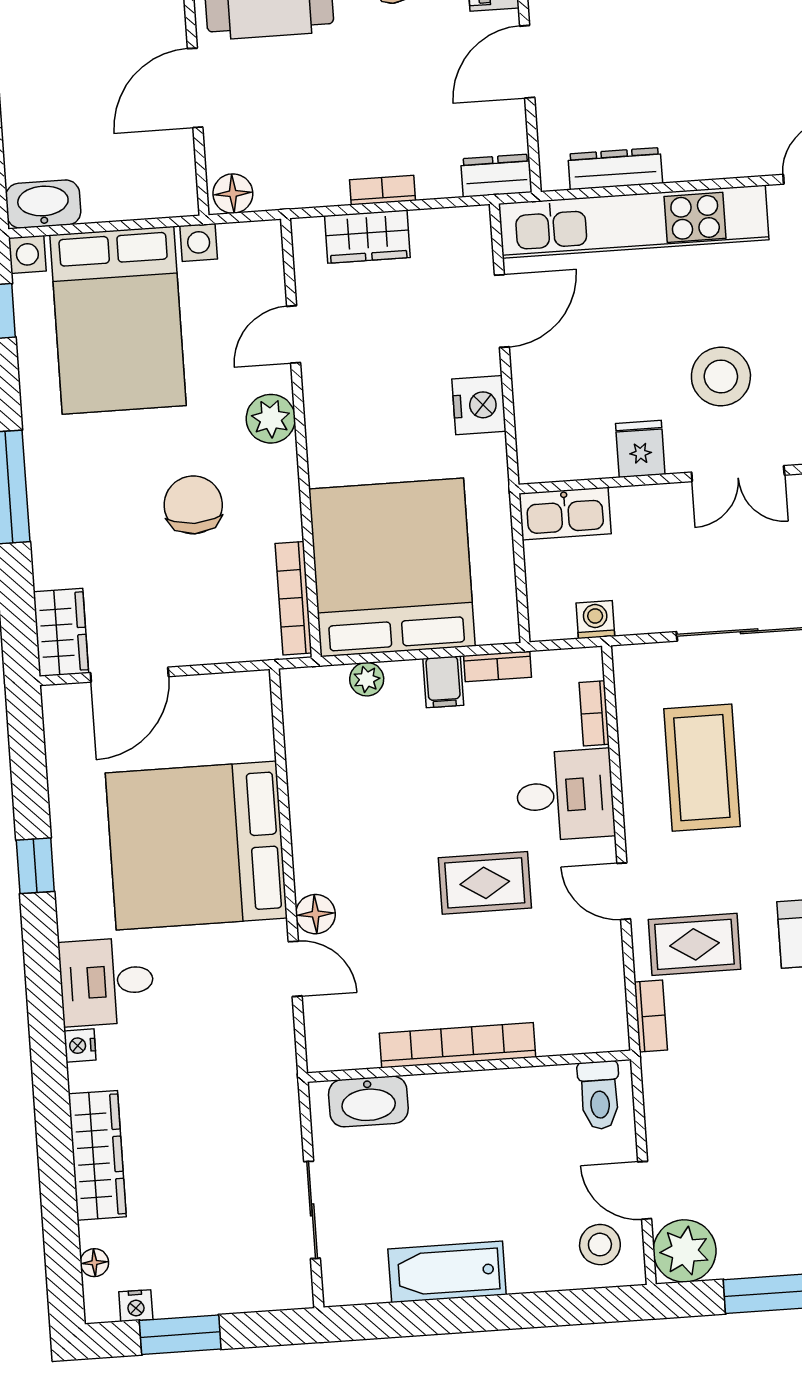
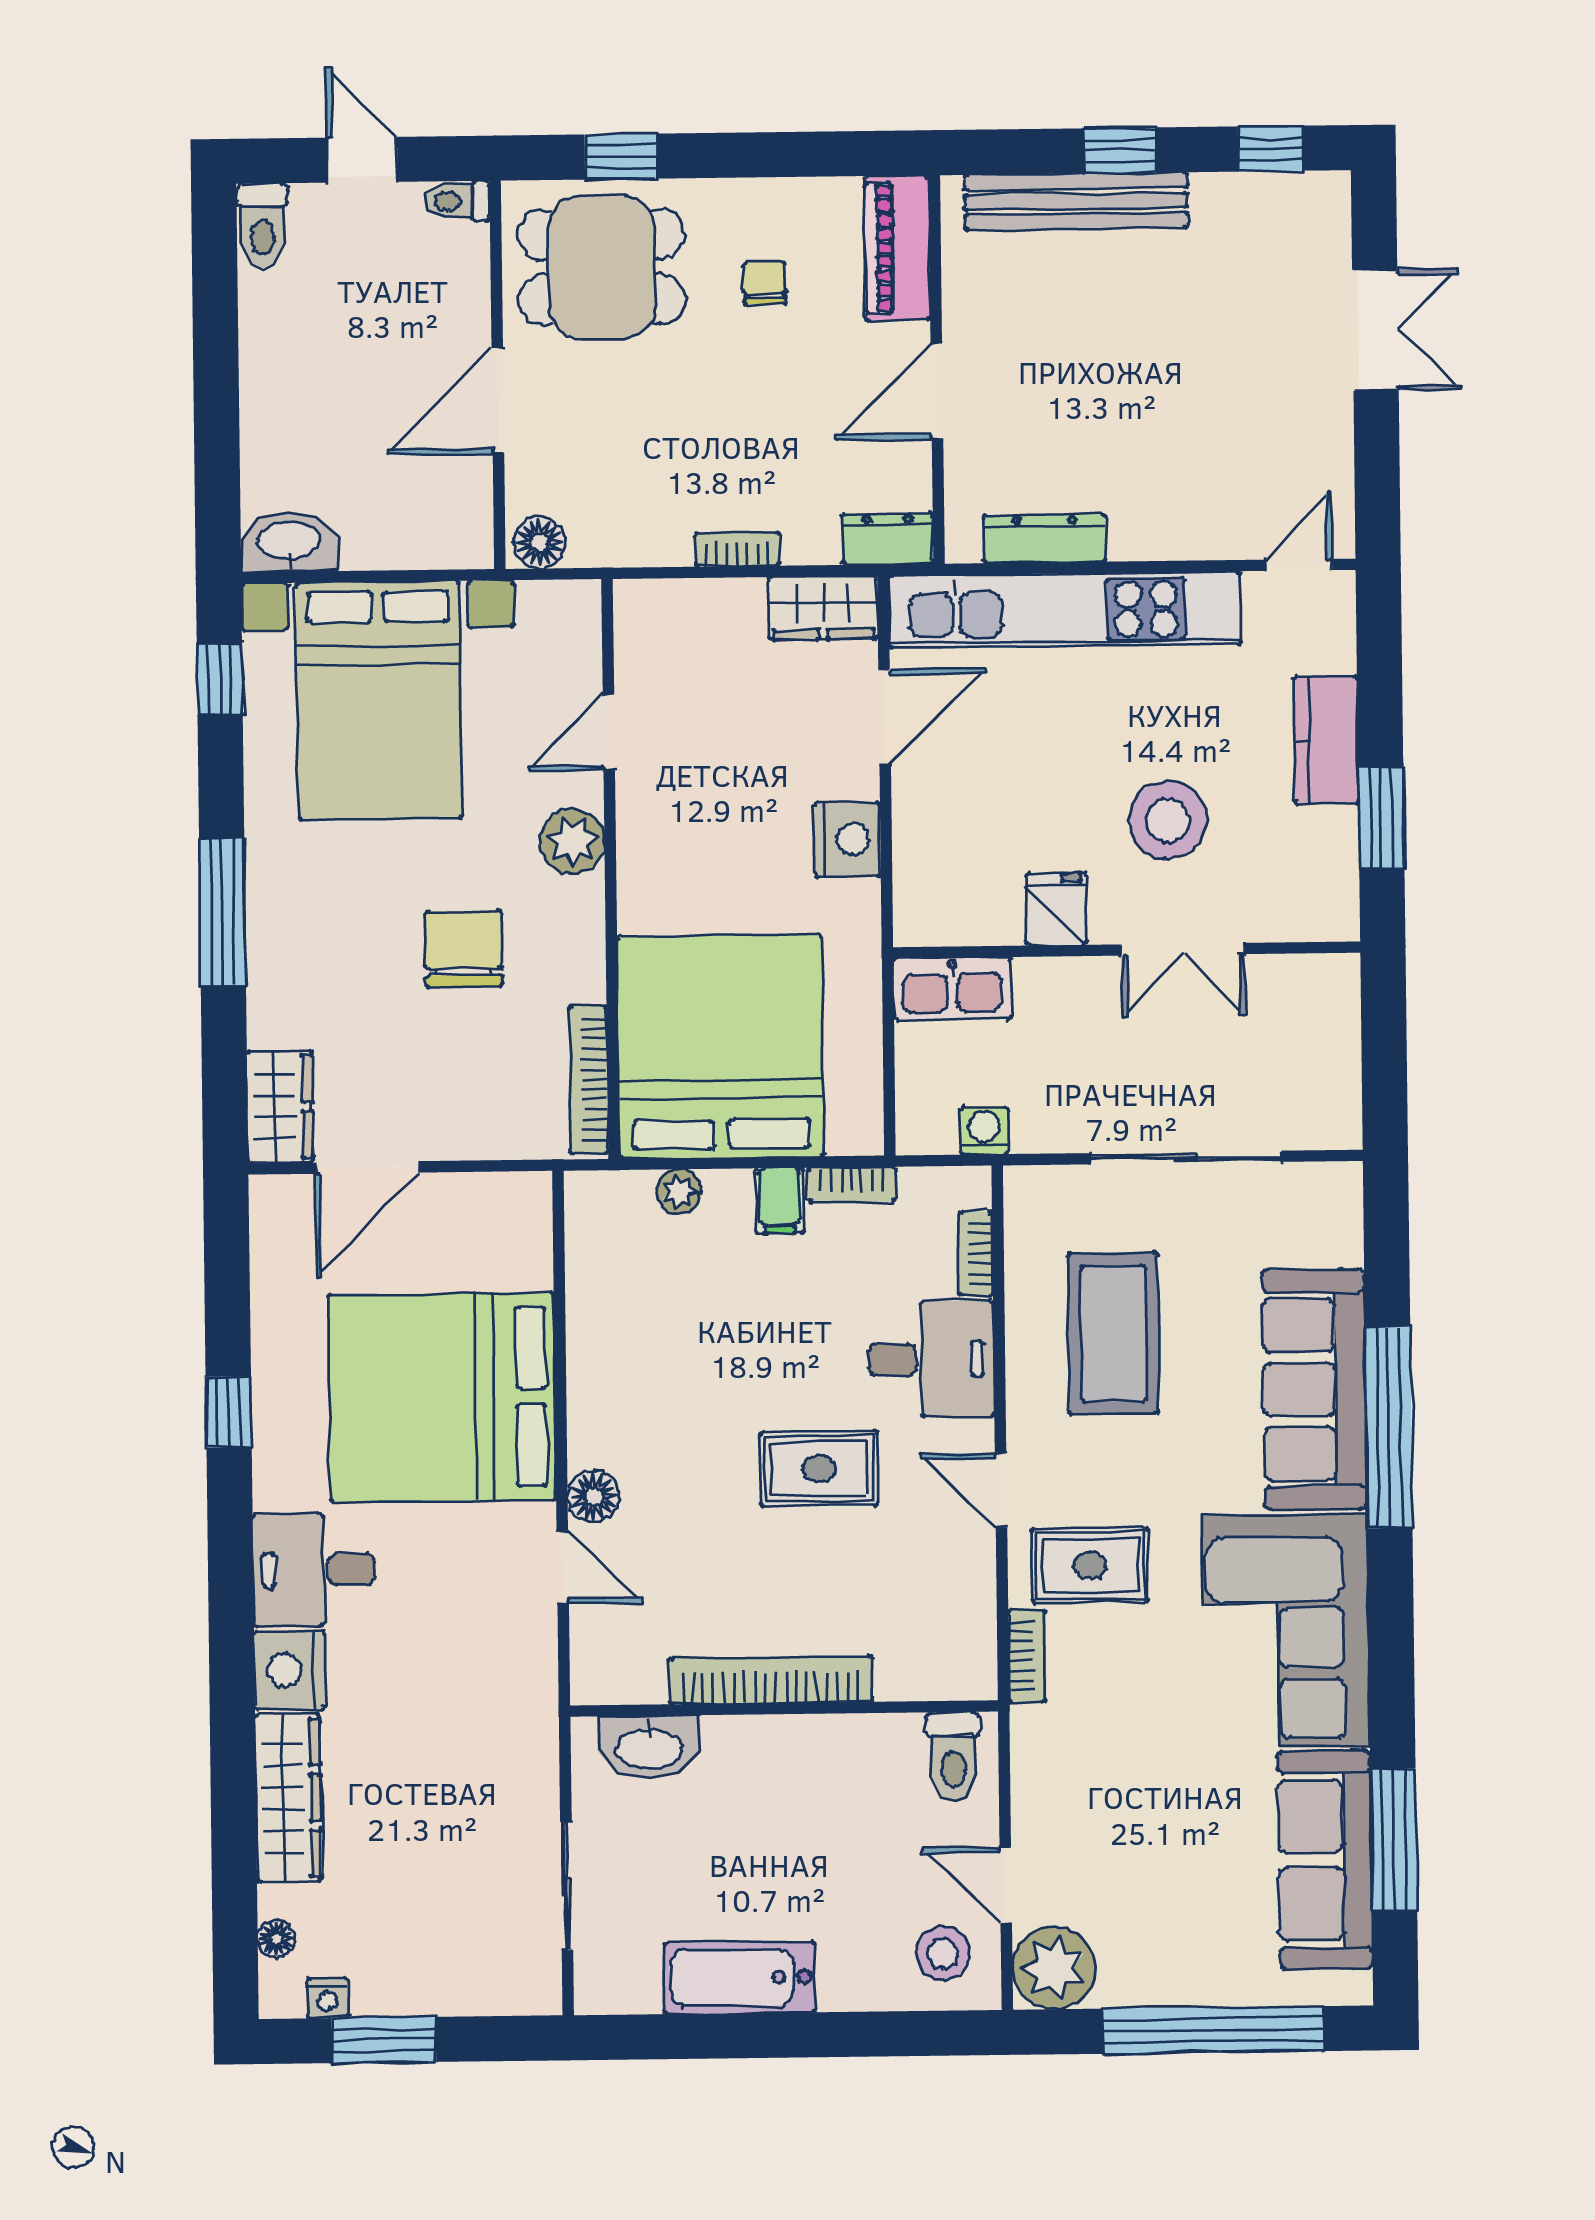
wardrobe: (367, 237) -> (823, 608), moved
nightstand: (80, 1045) -> (290, 1670), width x1.89, depth x1.79

